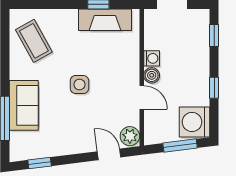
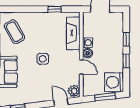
fireplace: (105, 20) -> (73, 33), moved, turned 90
window: (214, 35) -> (126, 39), moved

